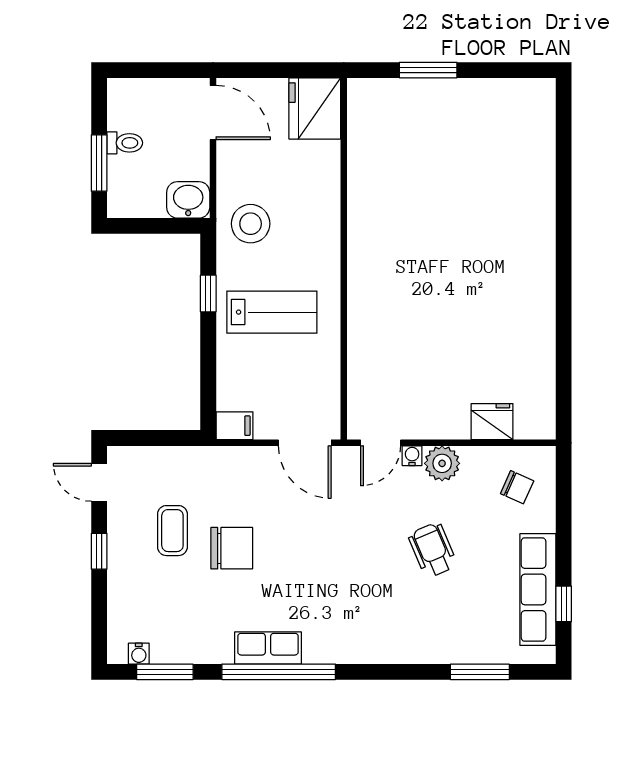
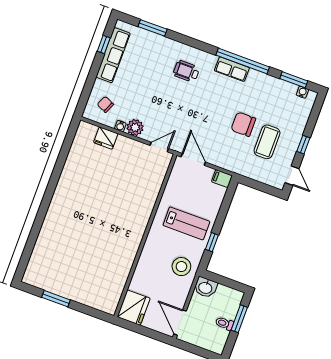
window: (428, 70) -> (56, 299), moved
lab bench: (272, 312) -> (186, 223), turned 180
water cooler: (412, 456) -> (120, 126), moved
coffee table: (172, 531) -> (267, 142), width x1.36, depth x1.30
wheelchair: (433, 550) -> (186, 71), moved, turned 113
row of seats: (268, 648) -> (232, 69), moved

